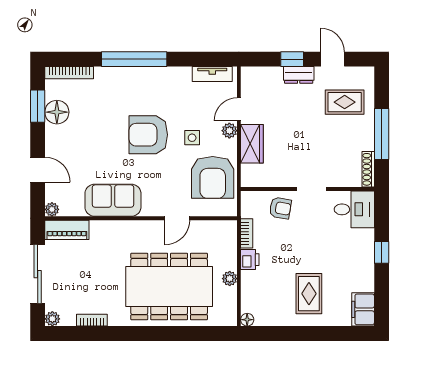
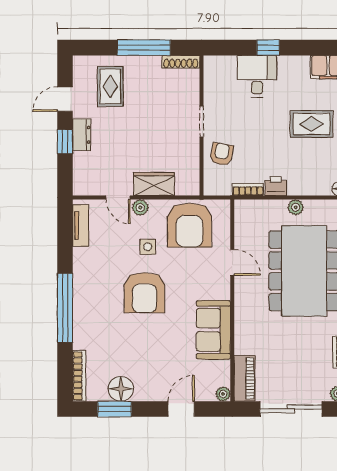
armchair: (213, 177) -> (189, 225), turned 90
desk: (354, 209) -> (257, 76), moved

